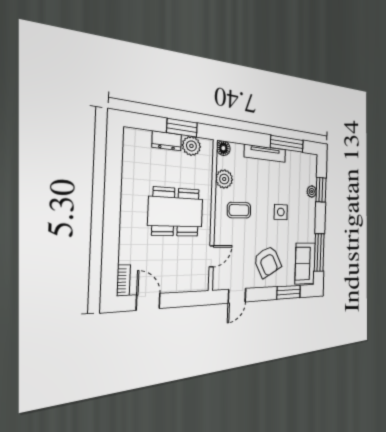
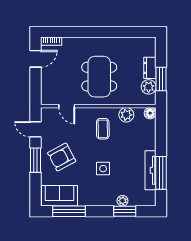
tv unit: (265, 153) -> (151, 170), moved
window: (289, 292) -> (35, 160), moved

